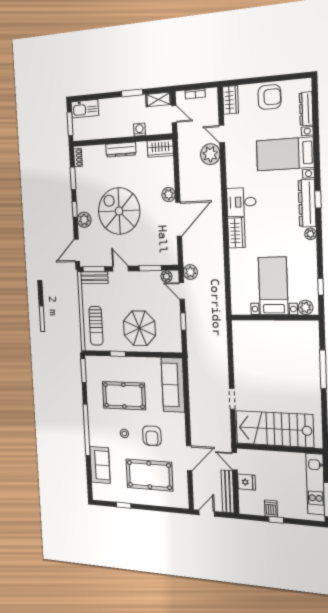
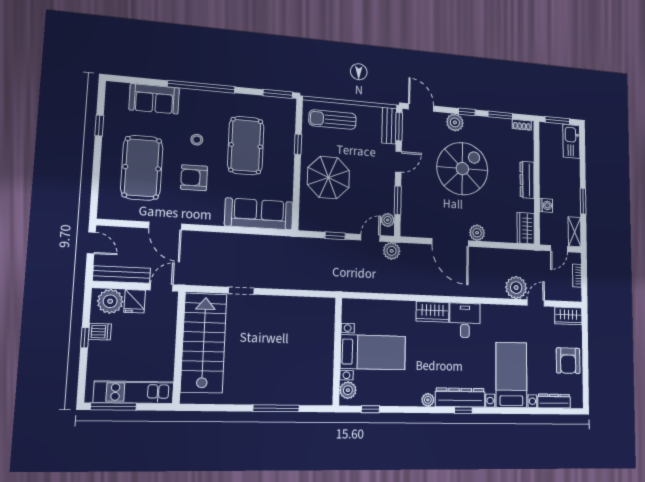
plant: (248, 500) -> (110, 301), added

